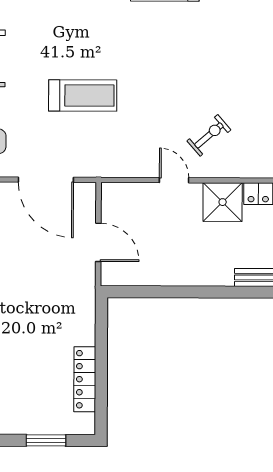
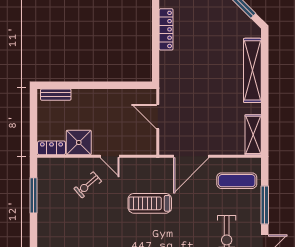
treadmill: (83, 95) -> (150, 203), moved
door: (46, 180) -> (191, 156), swing flipped

